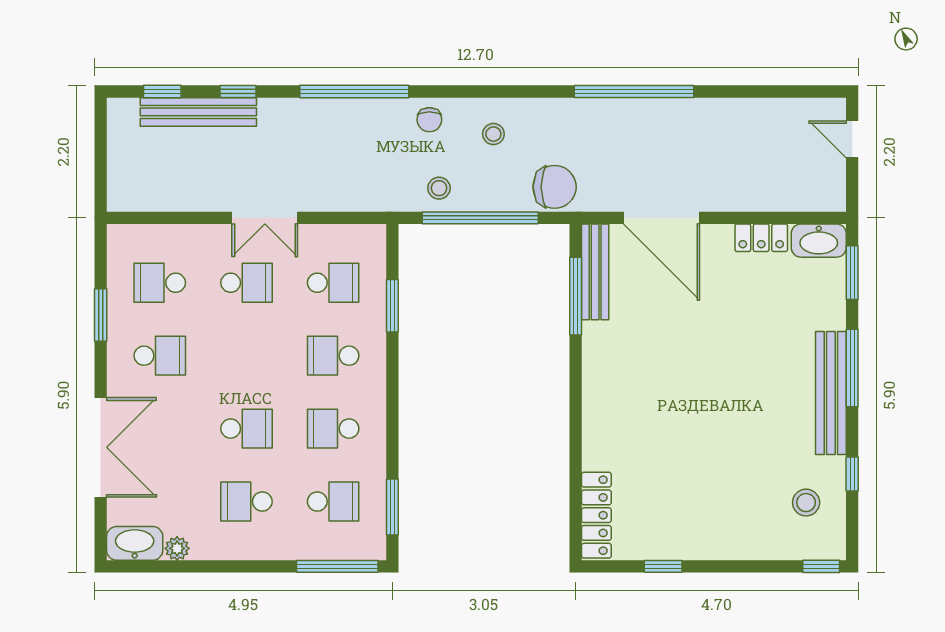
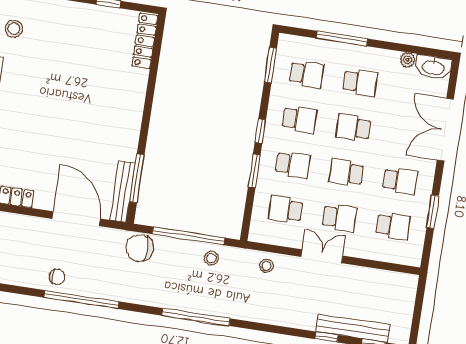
window: (354, 92) -> (196, 317), moved
chair: (429, 120) -> (57, 277), moved, turned 90
stool: (493, 134) -> (267, 266), moved
school desk: (246, 283) -> (339, 218), turned 180
window: (392, 306) -> (254, 171), moved
school desk: (160, 356) -> (400, 181), turned 180
school desk: (246, 356) -> (346, 173), added
window: (392, 401) -> (260, 131), added
school desk: (333, 502) -> (306, 74), turned 180
window: (337, 566) -> (342, 38), moved

